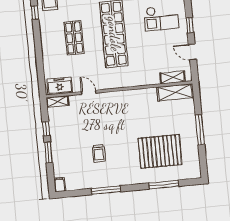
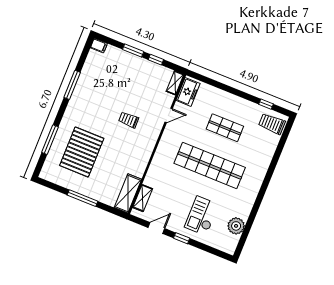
trolley: (99, 153) -> (129, 120), moved

